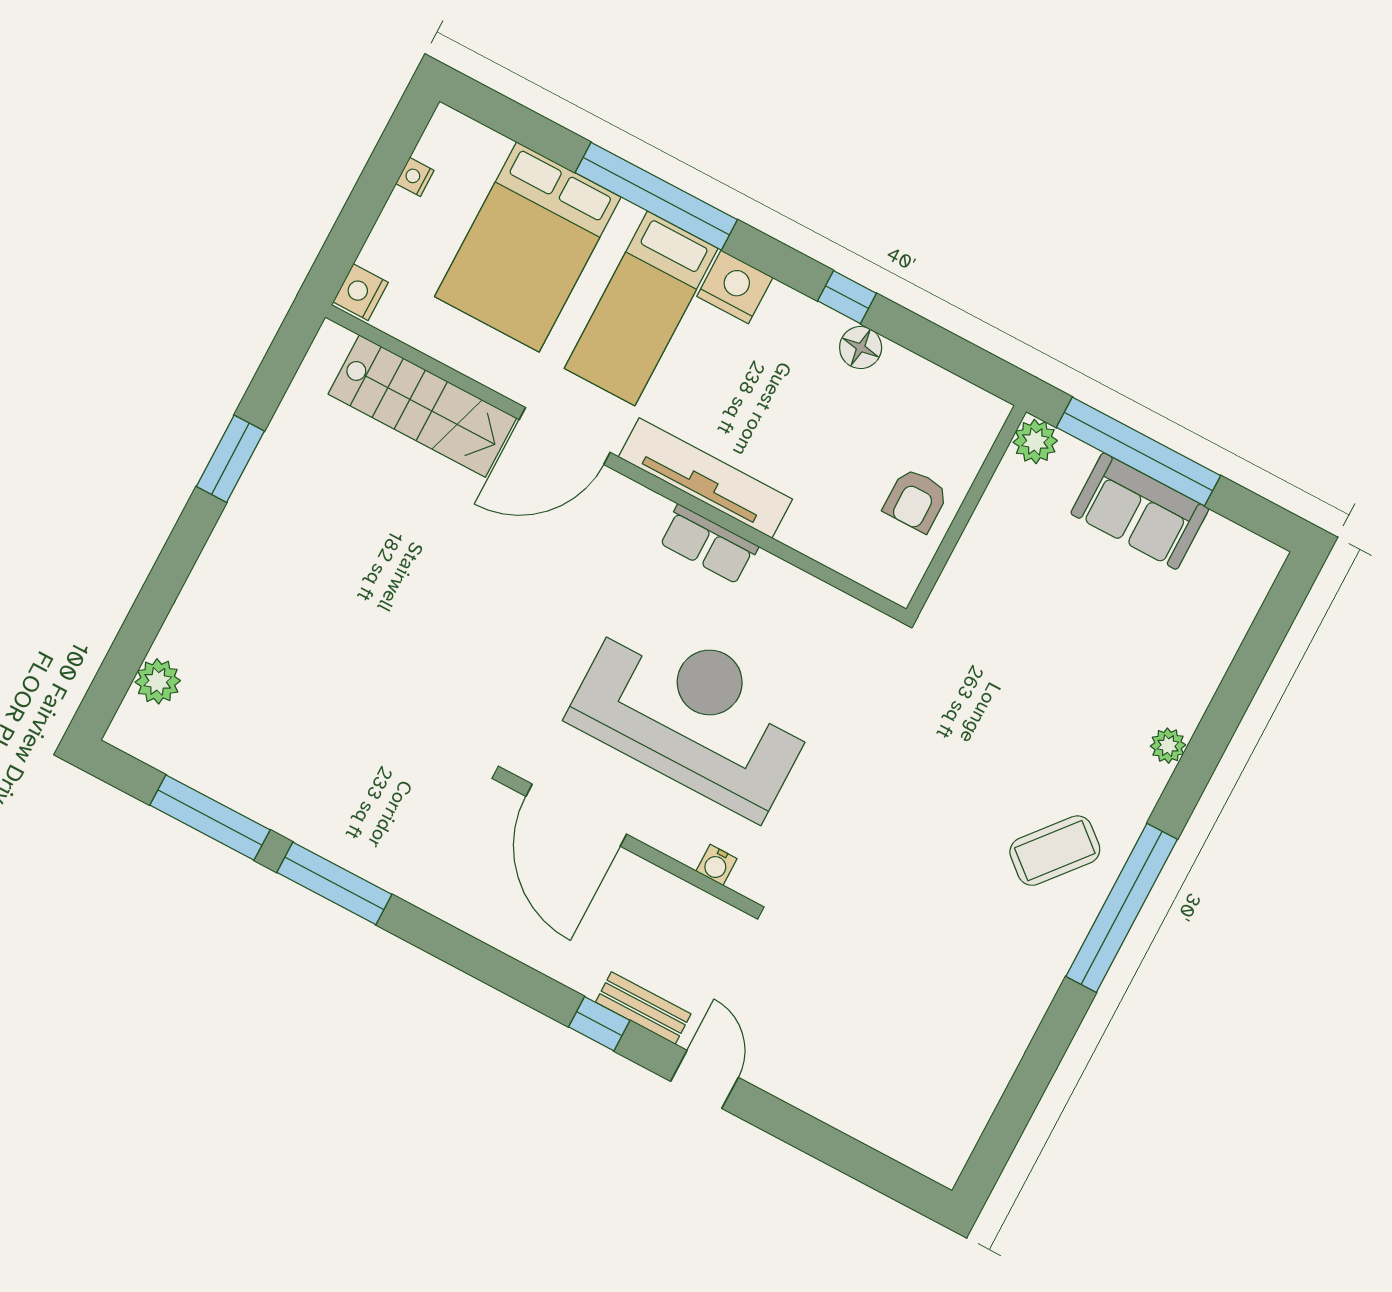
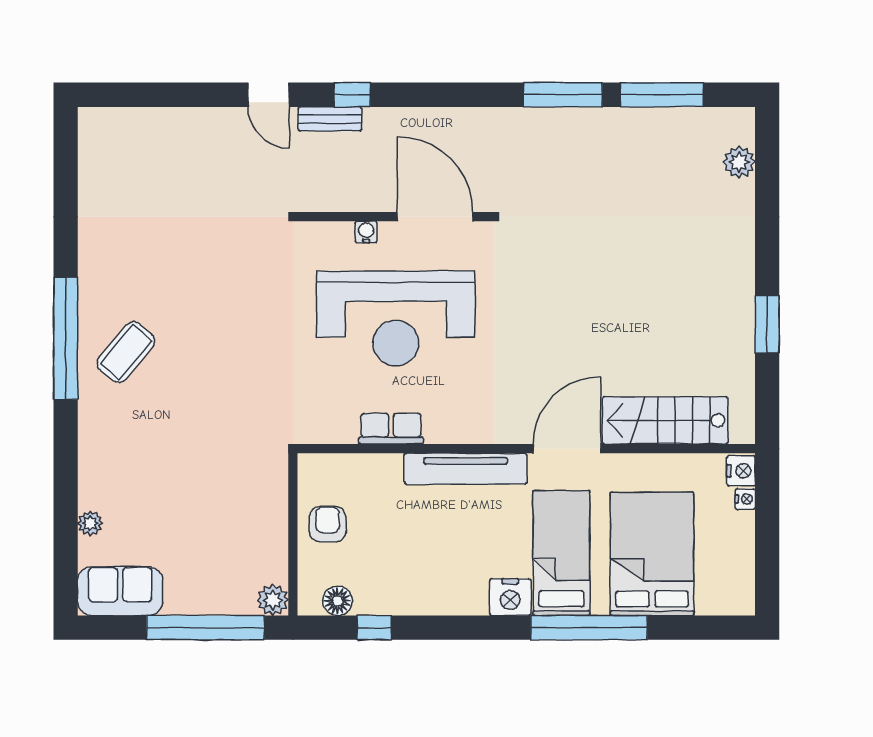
nightstand: (415, 177) -> (745, 499), moved
window: (847, 297) -> (374, 628), moved
floor lamp: (861, 348) -> (338, 601), moved
sofa: (1140, 511) -> (120, 591), moved
row of seats: (708, 544) -> (391, 429), moved
plant: (1168, 746) -> (90, 523), moved
water cooler: (716, 865) -> (366, 232), moved

